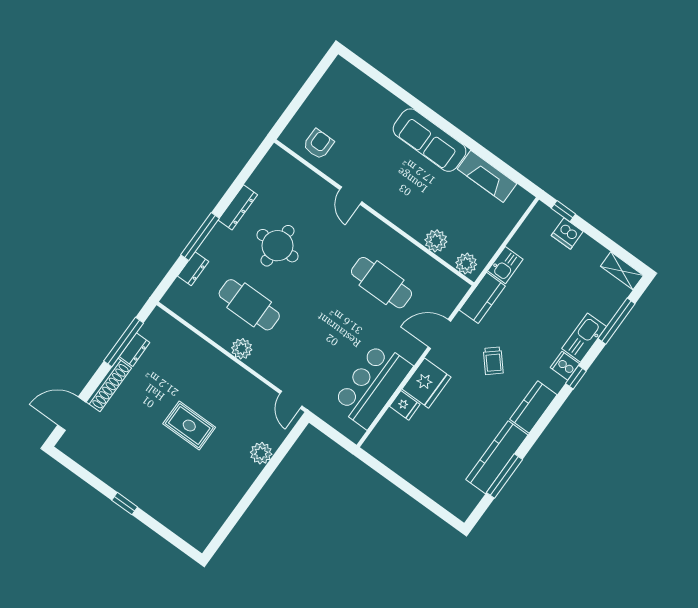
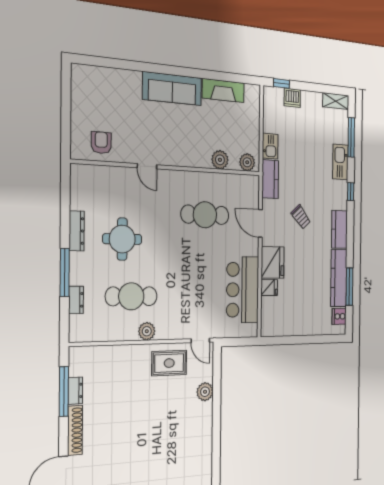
door: (439, 334) -> (260, 223), hinge flipped
cooker: (565, 366) -> (339, 316), moved
rug: (189, 426) -> (169, 363), moved

